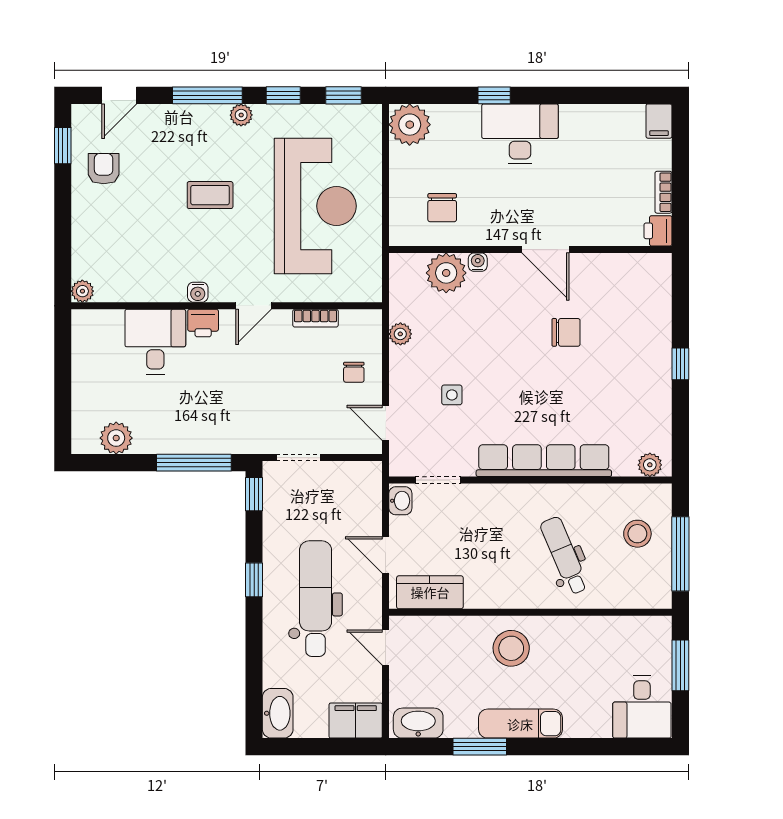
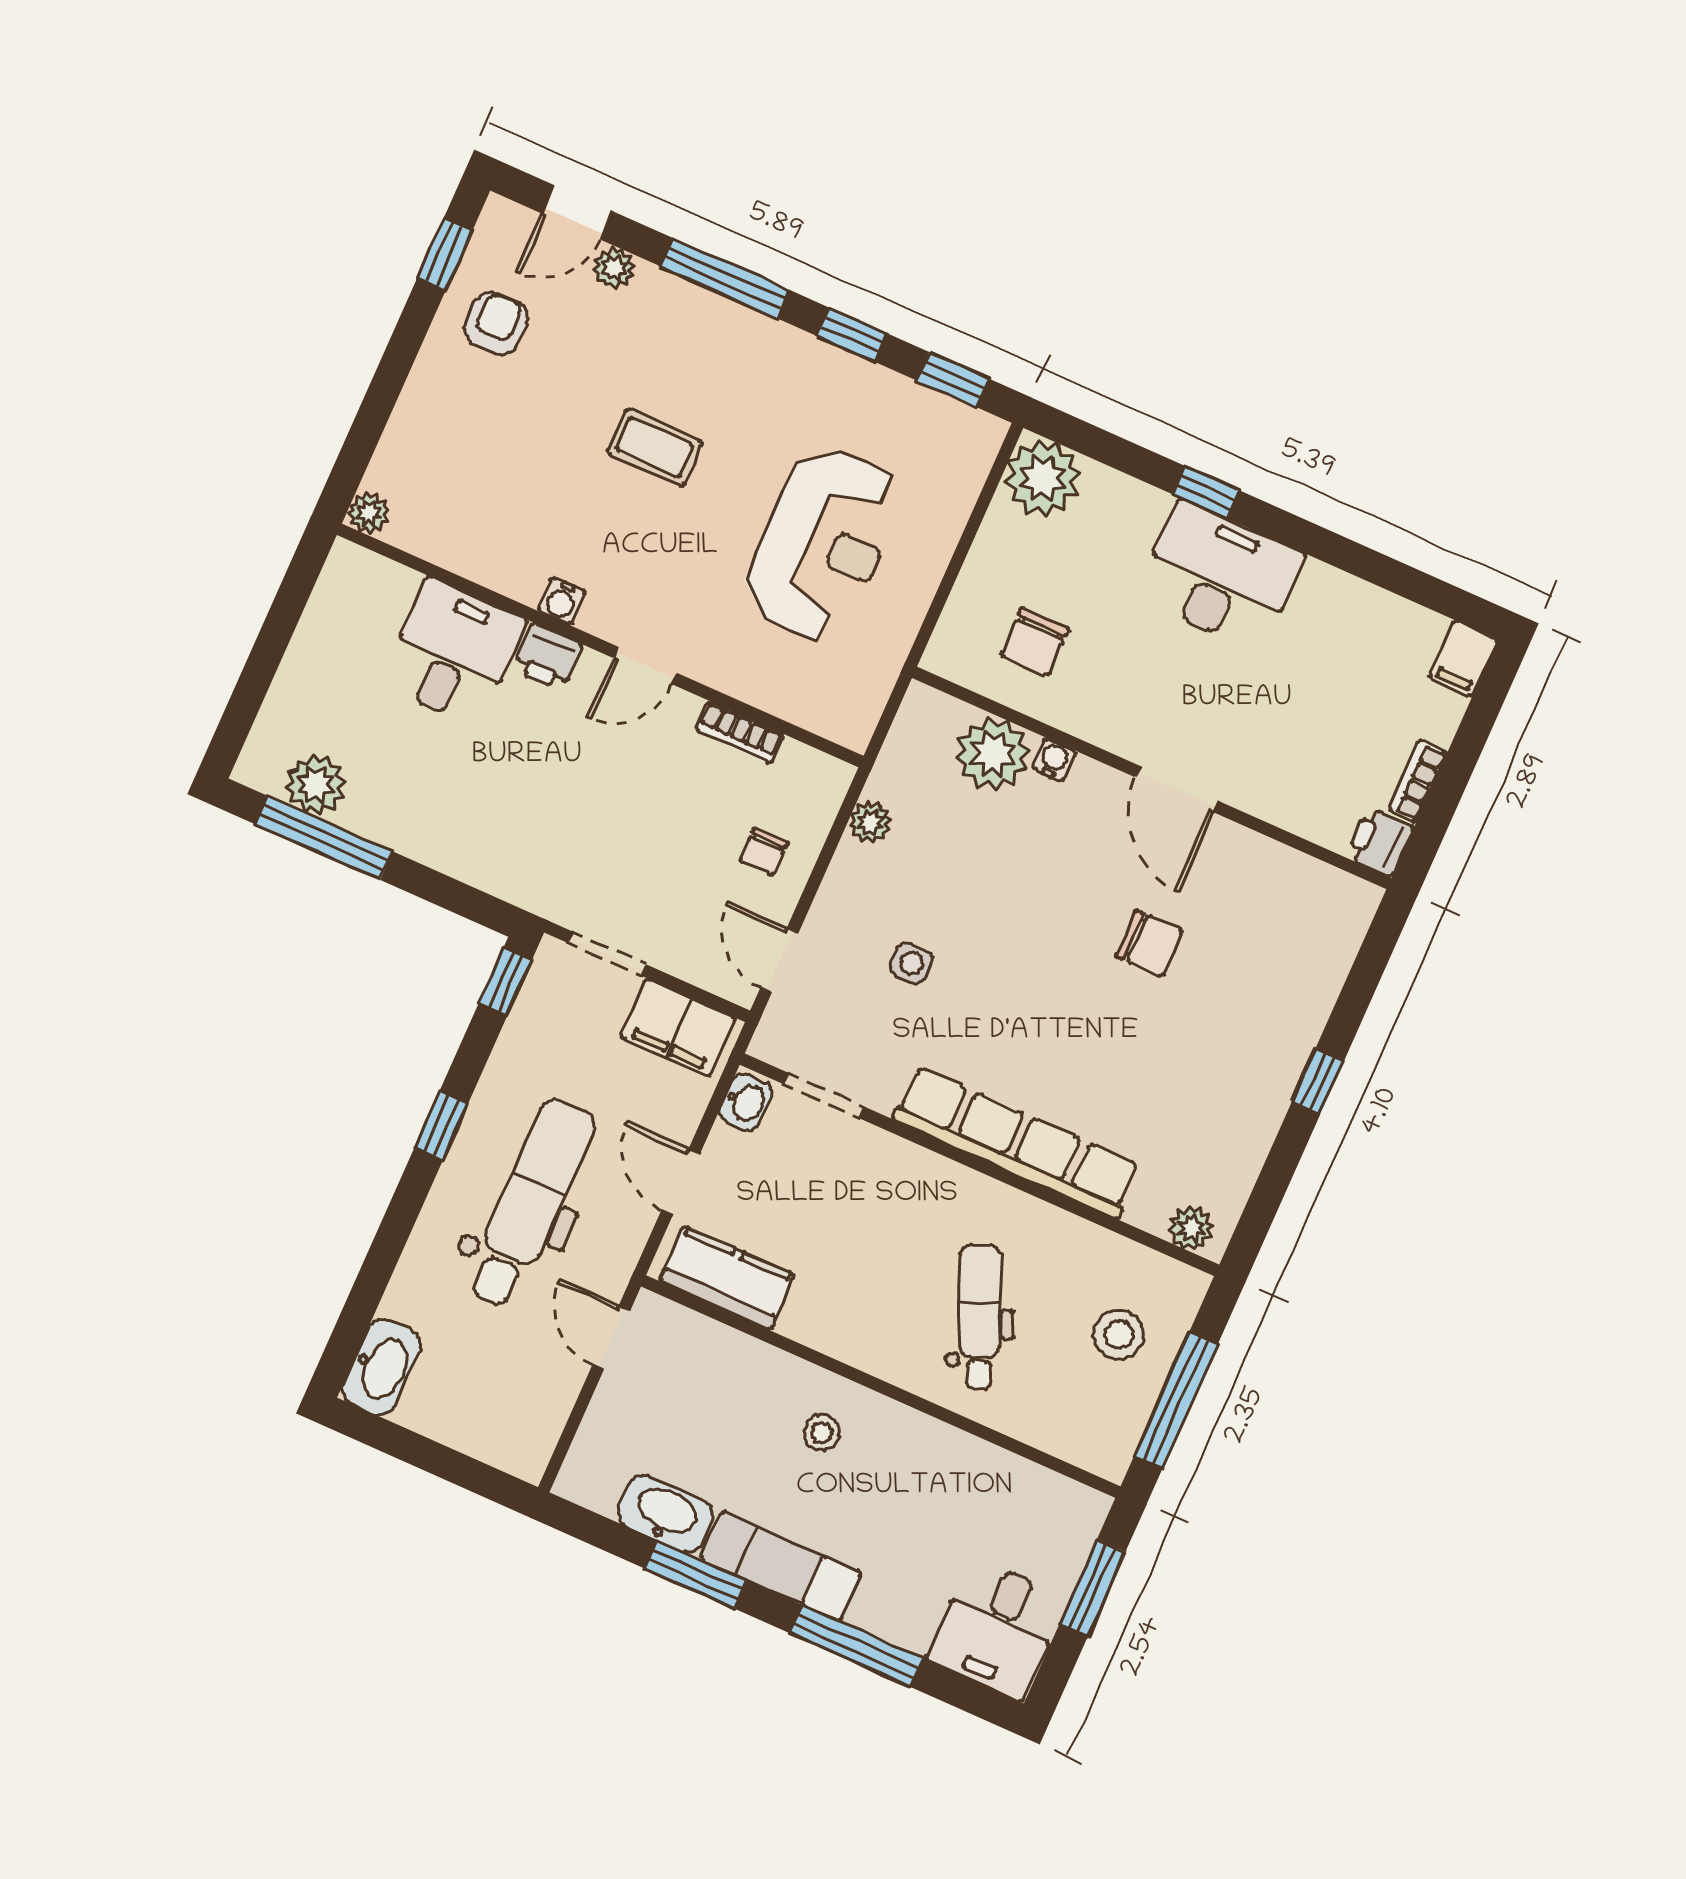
plant: (241, 115) -> (614, 268), moved
reception desk: (315, 206) -> (823, 544), width x0.74, depth x0.77
window: (194, 463) -> (324, 838), moved
stool: (511, 648) -> (822, 1433), width x0.53, depth x0.53
filing cabinet: (356, 721) -> (678, 1028), moved, turned 180
washbasin: (418, 723) -> (666, 1514), moved
window: (576, 747) -> (856, 1646), added

